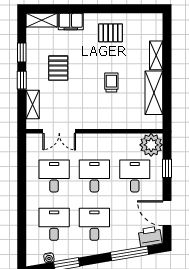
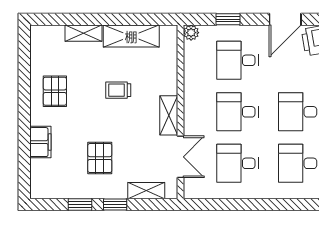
shelving: (42, 20) -> (169, 115), moved
pallet: (58, 68) -> (100, 158), turned 90
plant: (151, 145) -> (191, 33), width x0.53, depth x0.53

